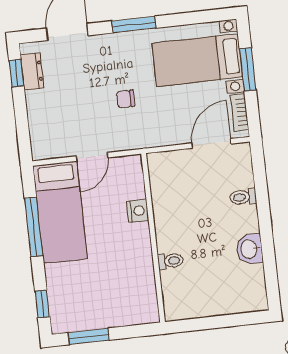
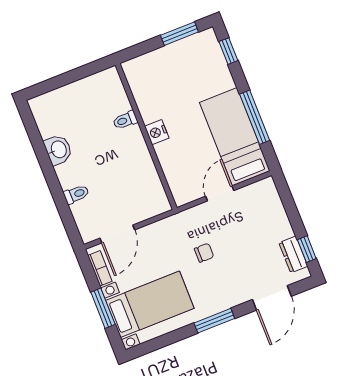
nightstand: (138, 211) -> (157, 132), moved

